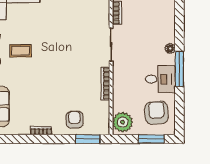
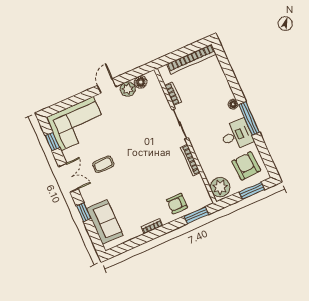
armchair: (74, 120) -> (177, 204), turned -88

